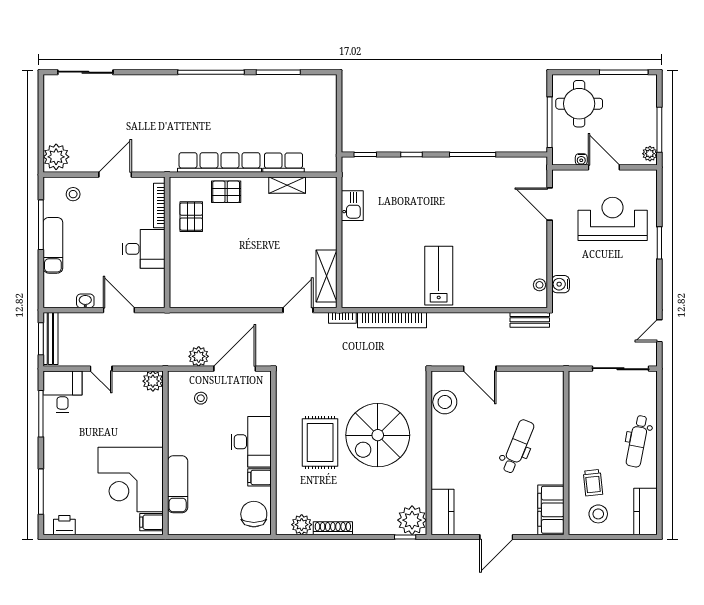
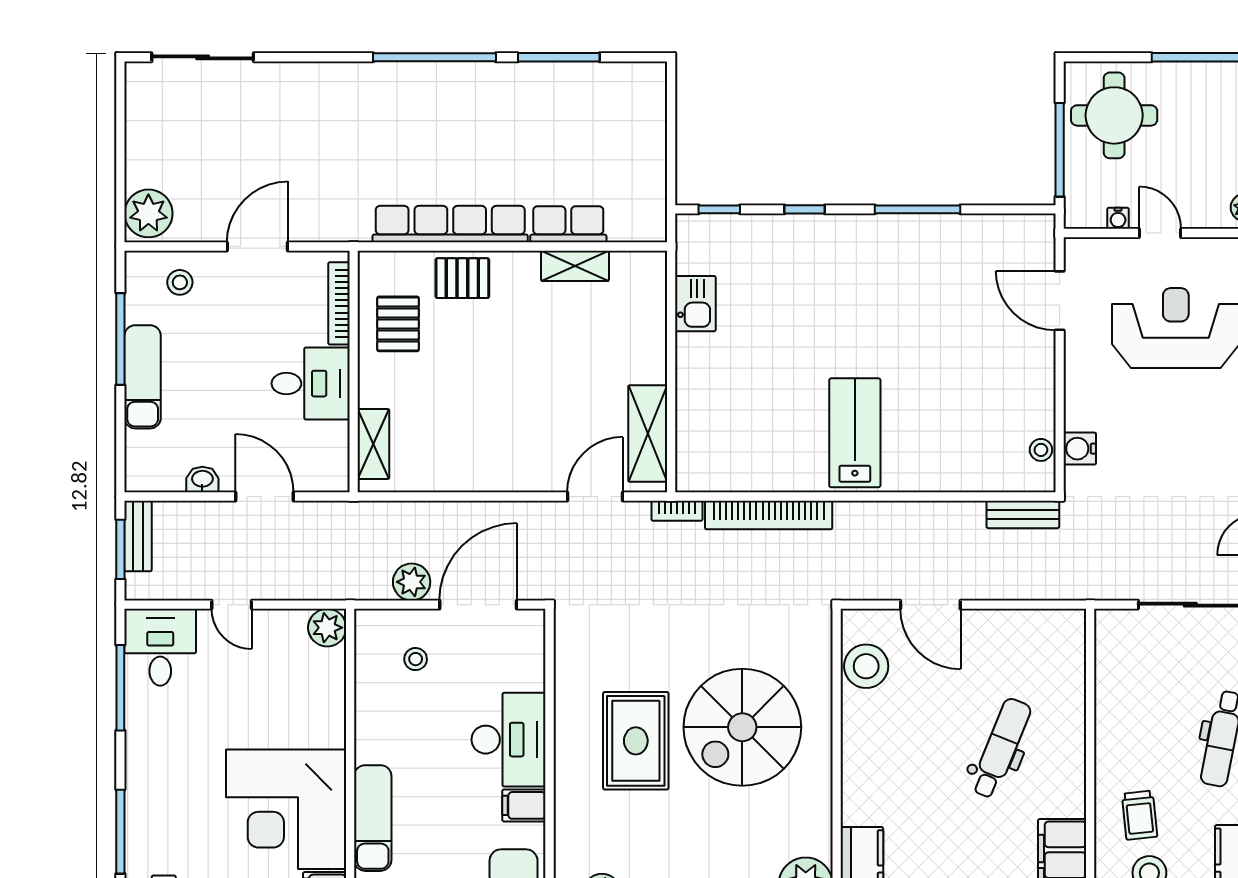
door: (604, 167) -> (1160, 233), width x0.73
shelving: (178, 282) -> (373, 444), added
bench: (50, 338) -> (138, 536), width x0.73

